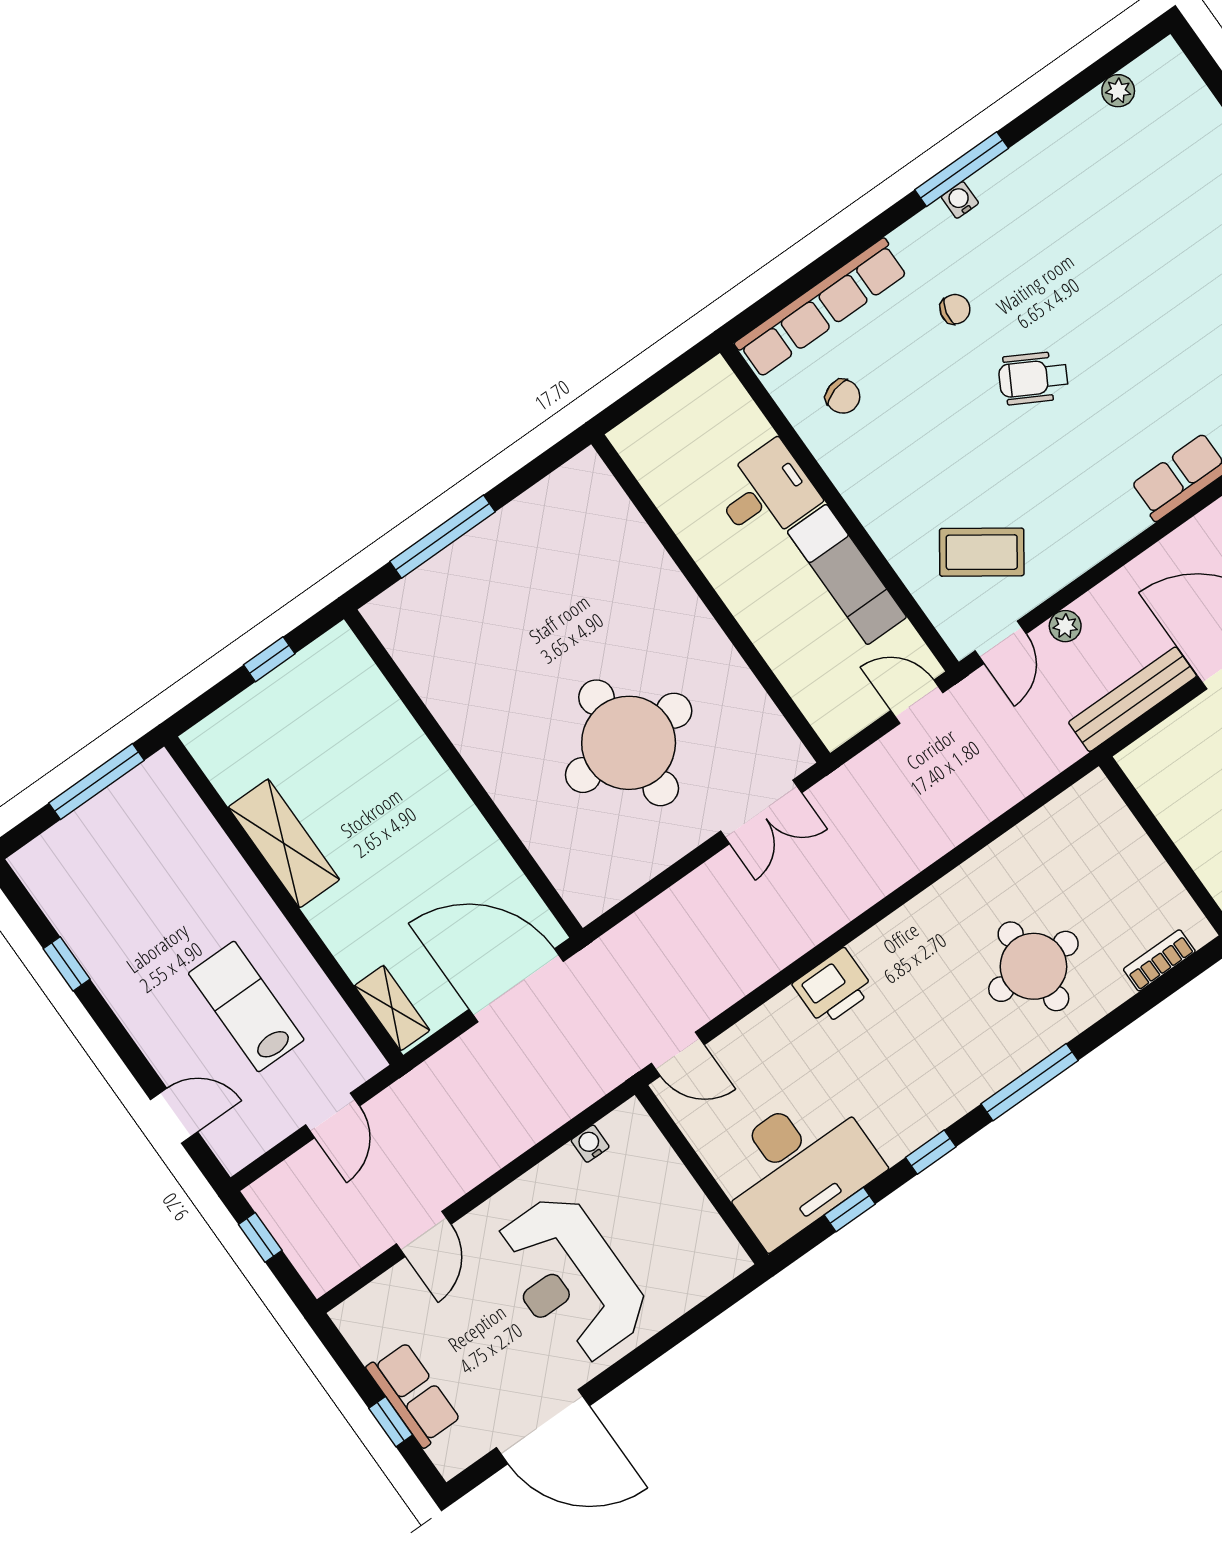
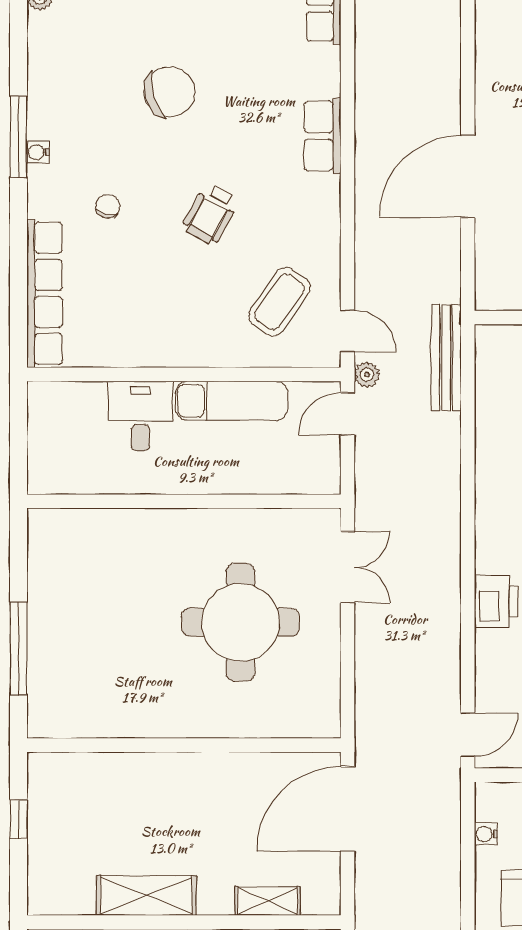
wheelchair: (1033, 378) -> (210, 214), moved
chair: (843, 396) -> (170, 92), moved, width x1.87, depth x1.87
plant: (1065, 626) -> (367, 375), moved
bench: (1133, 699) -> (446, 358), moved
shelving: (392, 1008) -> (268, 901), moved

